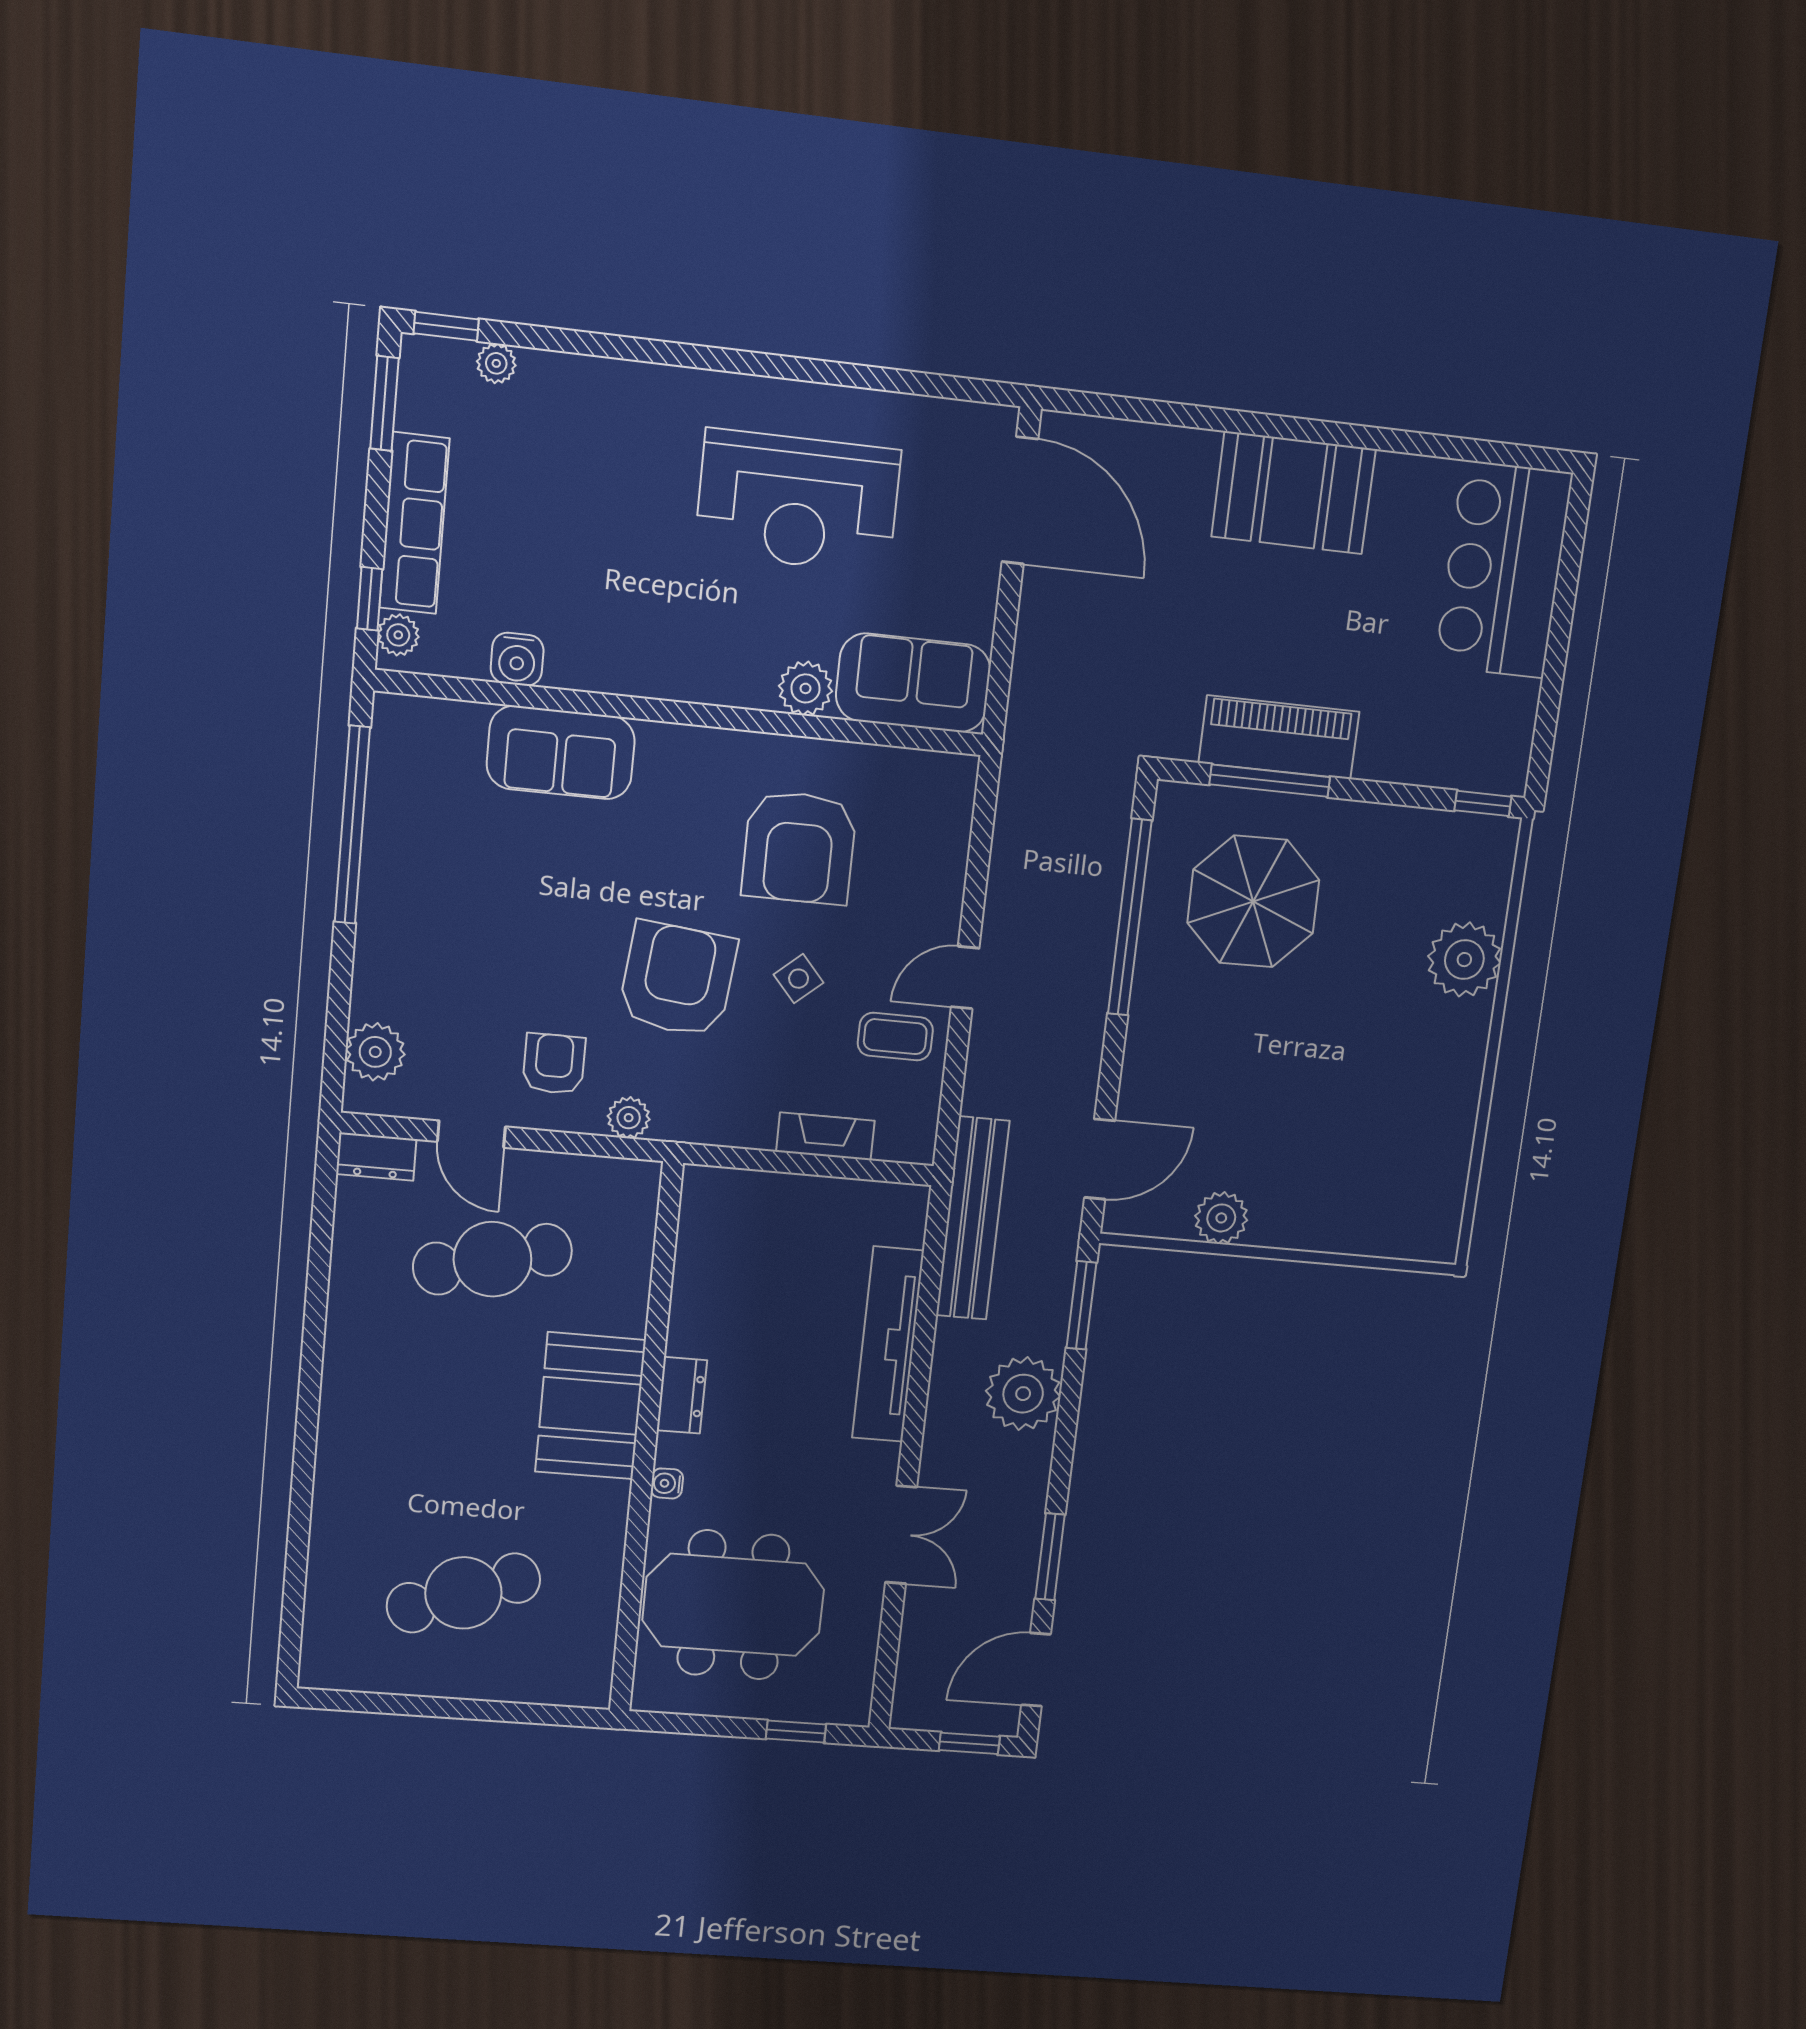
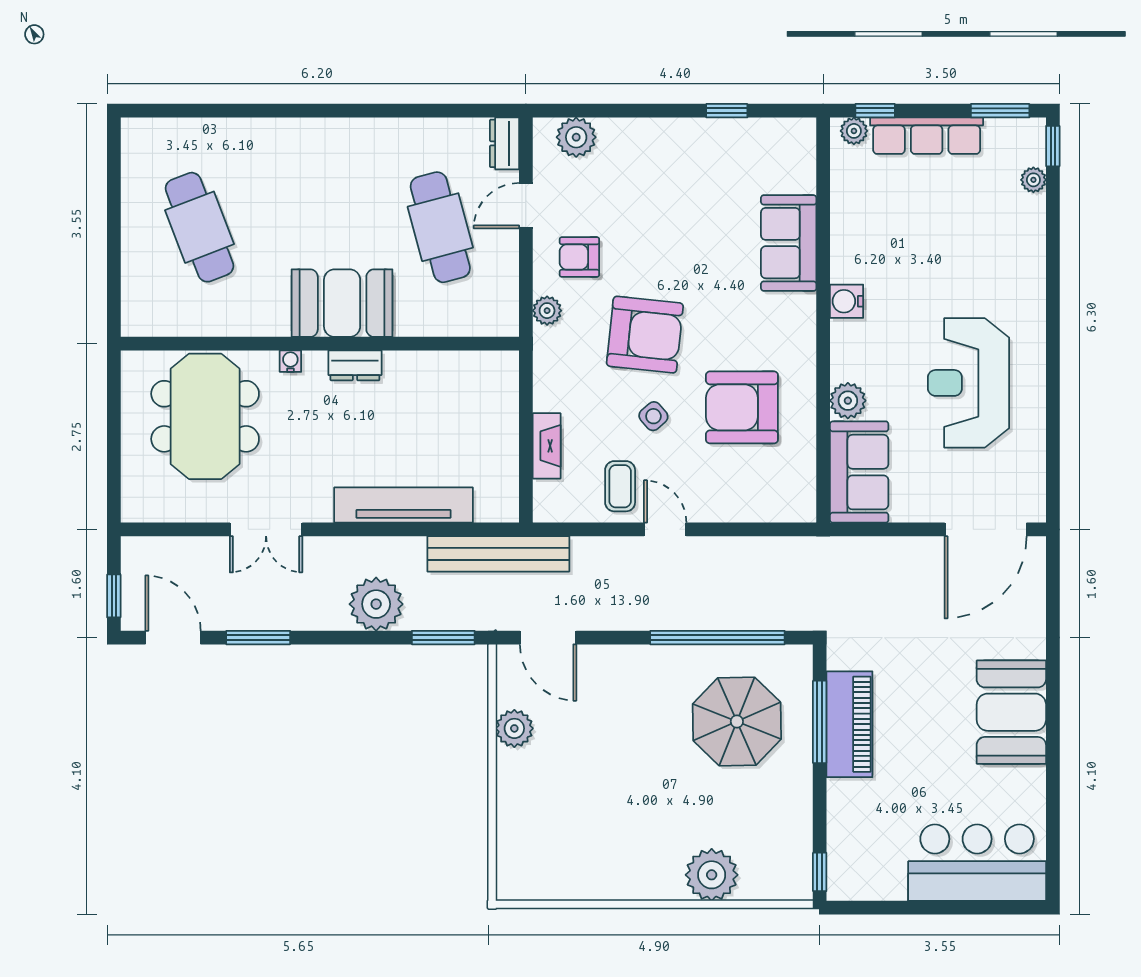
water cooler: (517, 659) -> (847, 301), moved
window: (352, 825) -> (727, 111), width x0.32
armchair: (554, 1064) -> (579, 257), turned 180
window: (796, 1732) -> (114, 470), removed

